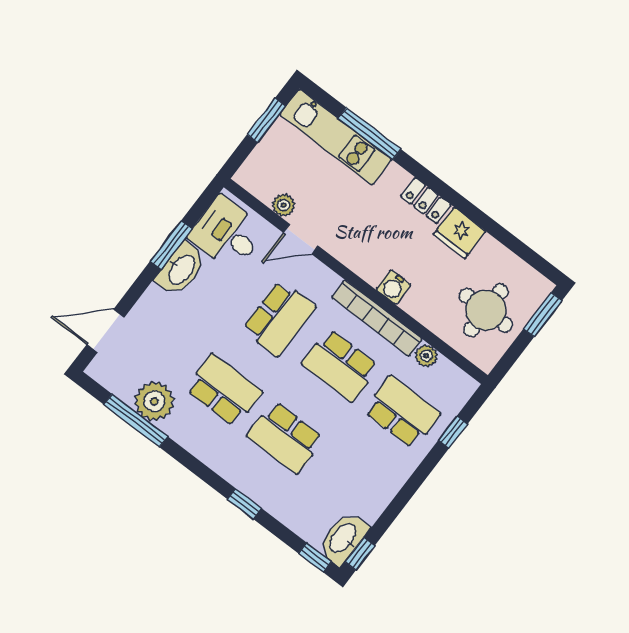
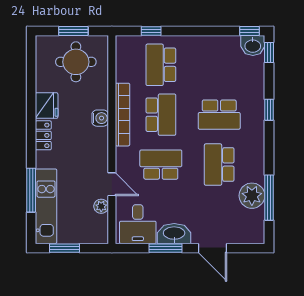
window: (543, 315) -> (73, 31), moved
door: (105, 331) -> (212, 248), moved
plant: (426, 356) -> (122, 75), removed
school desk: (285, 437) -> (219, 115), turned 90
washbasin: (343, 538) -> (253, 45), width x0.72

